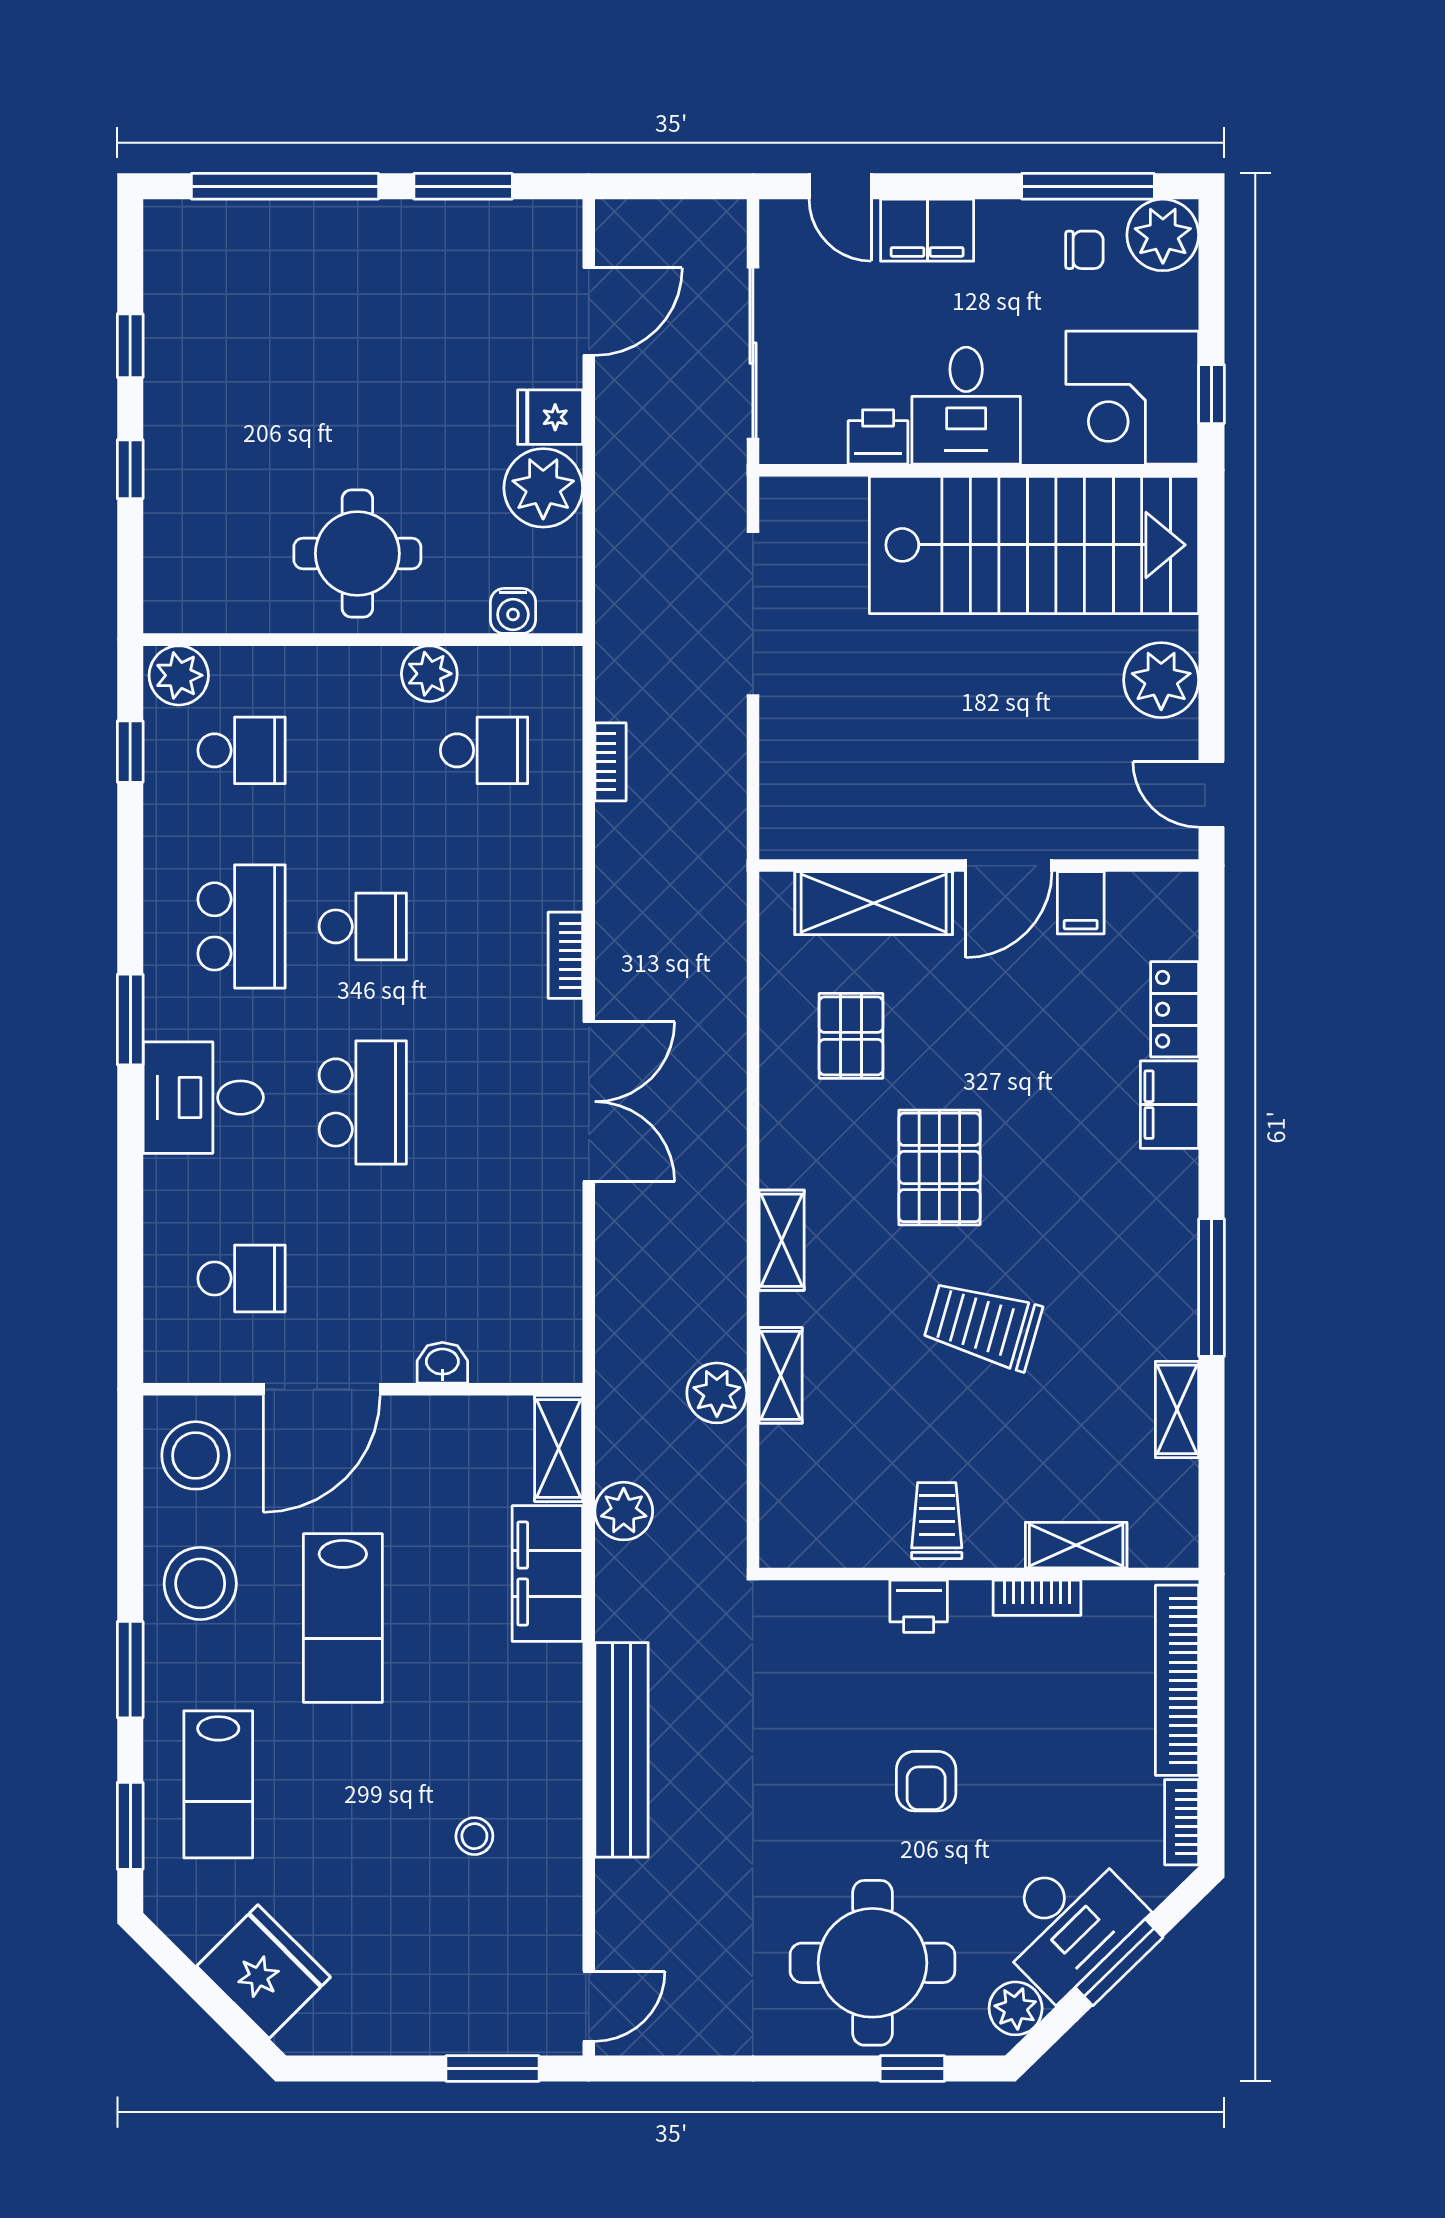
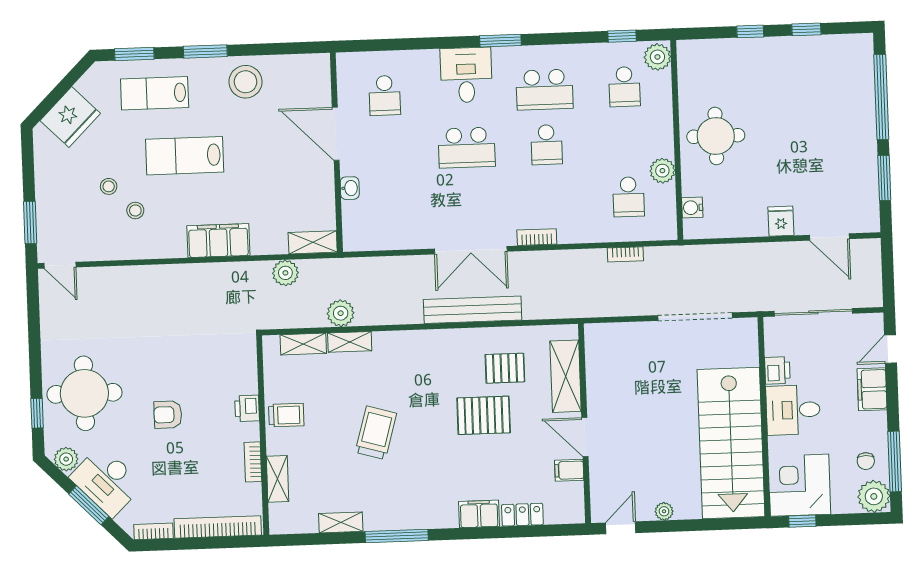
plant: (543, 488) -> (749, 219), removed
plant: (1161, 680) -> (664, 511), width x0.53, depth x0.53
pallet: (939, 1167) -> (484, 415), moved
shelving: (782, 1240) -> (303, 344), moved
stool: (196, 1455) -> (109, 186), moved, width x0.53, depth x0.53
filing cabinet: (547, 1574) -> (218, 241), moved
lab bench: (343, 1618) -> (185, 156), moved
bench: (622, 1750) -> (473, 310), moved

